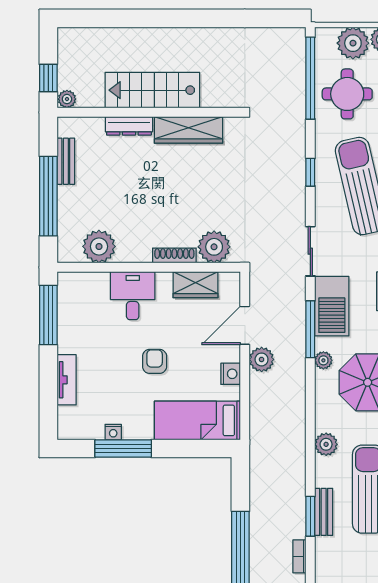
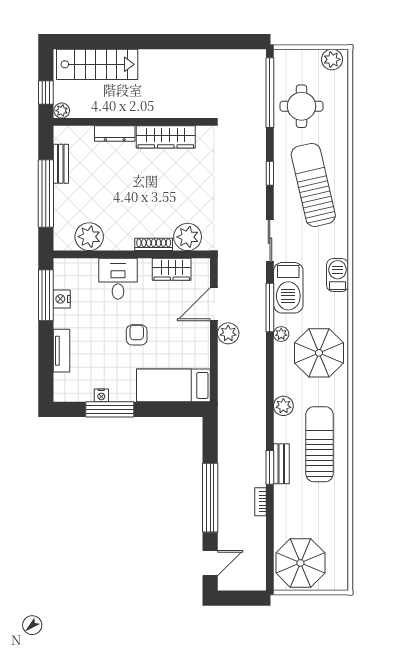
plant: (353, 43) -> (306, 63), removed
stairs: (152, 90) -> (97, 64), moved, turned 180
nightstand: (231, 374) -> (62, 299), moved, turned 180

